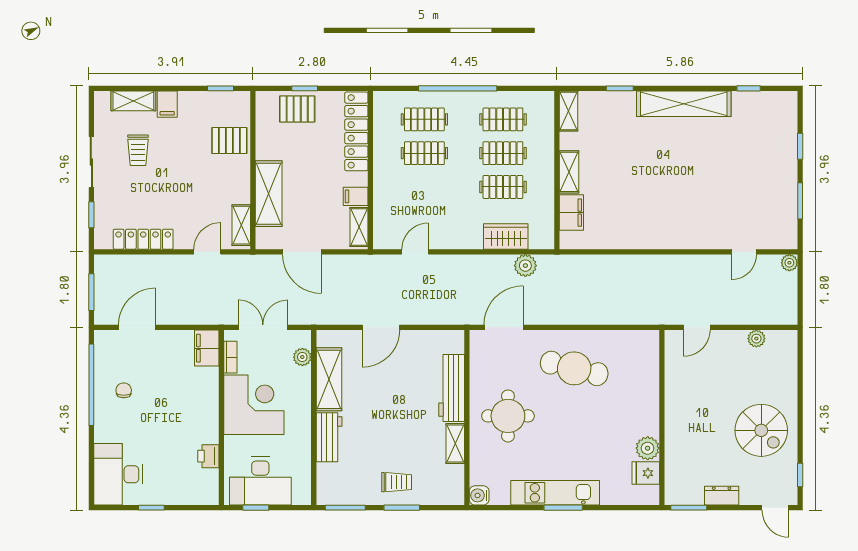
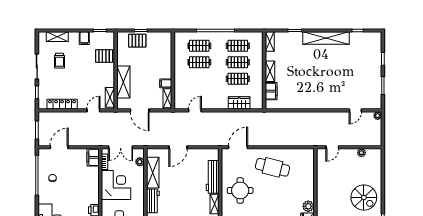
filing cabinet: (167, 104) -> (84, 38), moved
locker: (356, 131) -> (166, 52), removed
plant: (525, 266) -> (249, 117), removed
double door: (263, 327) -> (121, 147), swing flipped

